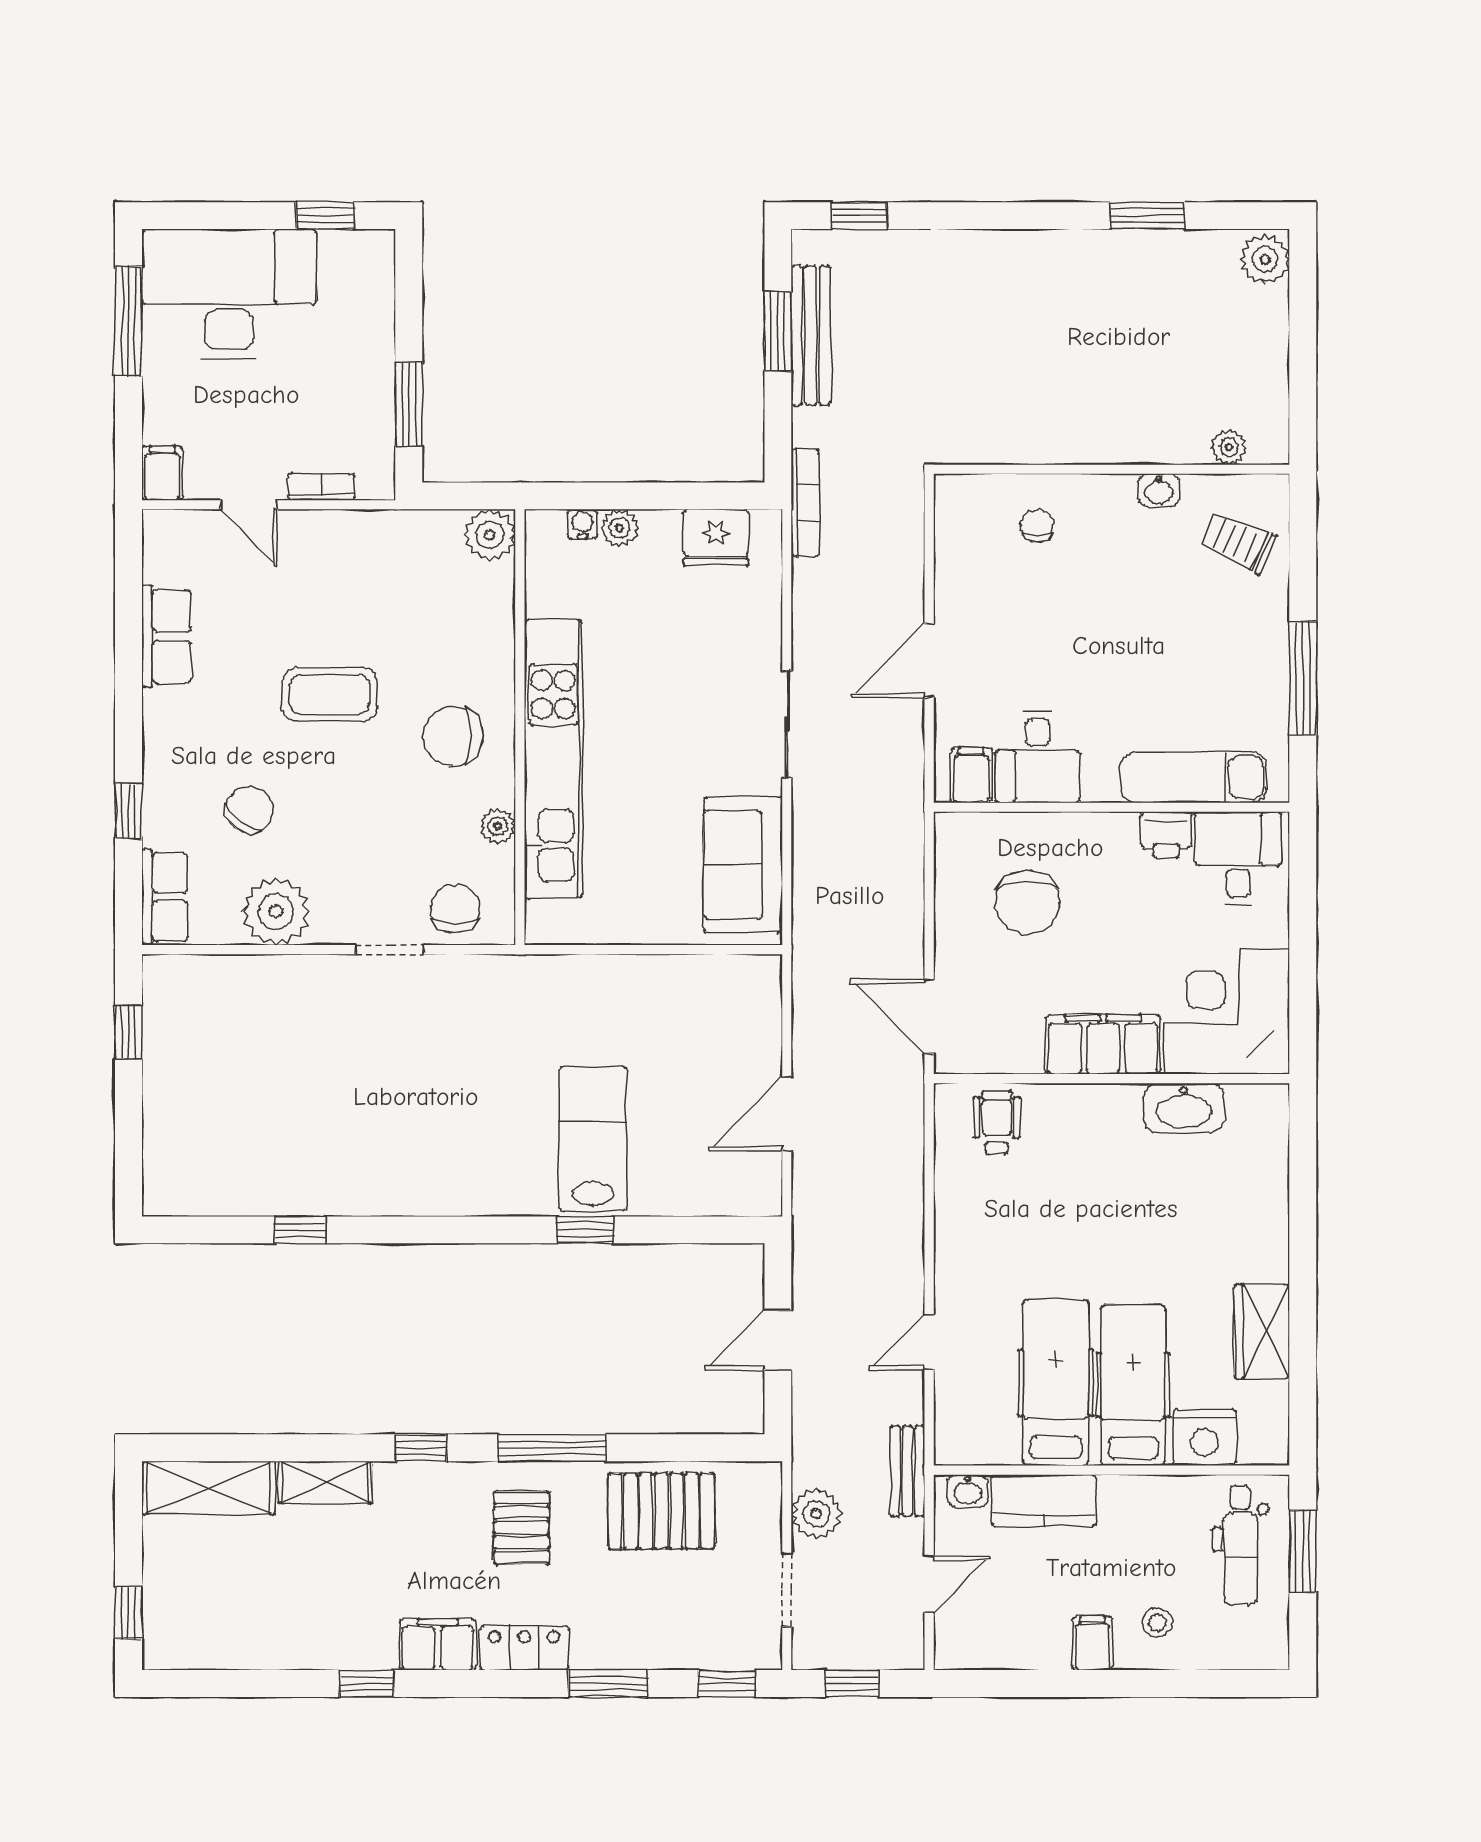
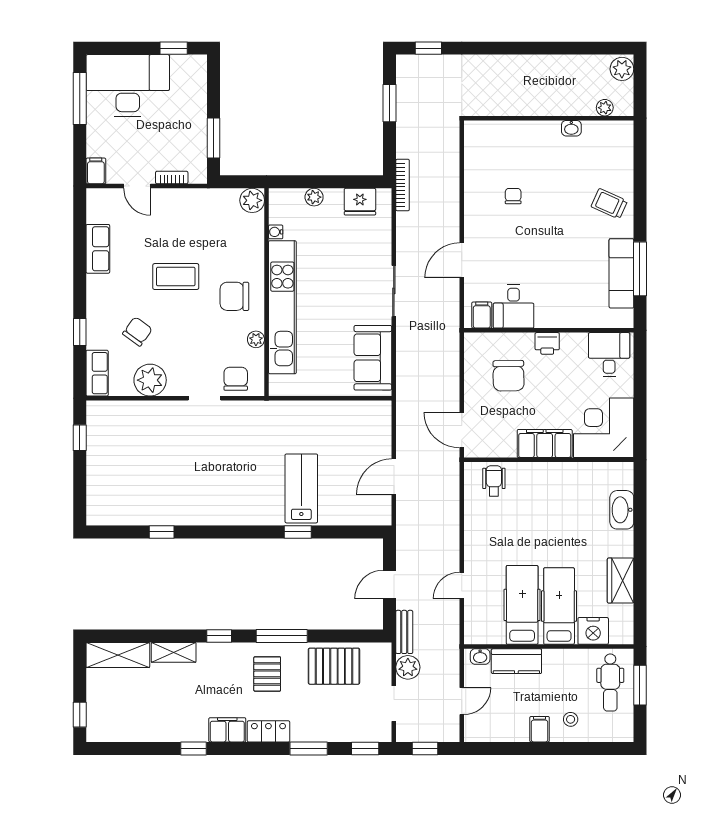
window: (1147, 216) -> (566, 48), removed
bench: (811, 335) -> (405, 105), removed
plant: (1229, 447) -> (605, 108), moved
wall: (1112, 469) -> (549, 118), moved
washbasin: (1159, 490) -> (571, 128), moved
water cooler: (582, 524) -> (276, 232), moved, turned -90
exam couch: (1193, 777) -> (621, 273), moved, turned -90
printer: (1166, 835) -> (547, 343), moved
washbasin: (1184, 1108) -> (622, 510), moved, turned 90
bench: (907, 1471) -> (404, 632), moved

